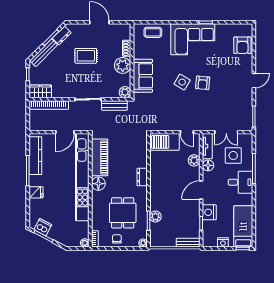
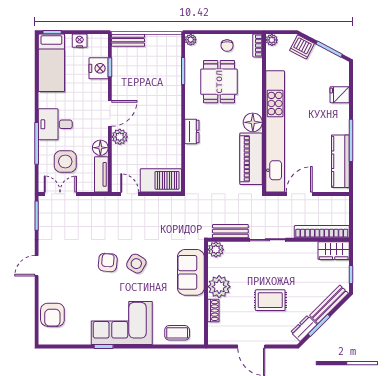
armchair: (242, 45) -> (52, 315), turned 180
double door: (226, 132) -> (60, 194), moved
plant: (194, 160) -> (120, 137), moved
fridge: (36, 192) -> (340, 95), moved
nightstand: (209, 212) -> (99, 68), moved
plant: (155, 217) -> (173, 77), removed
dishwasher: (43, 227) -> (302, 47), moved

